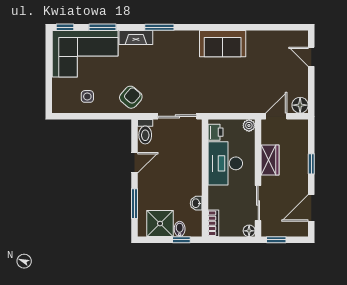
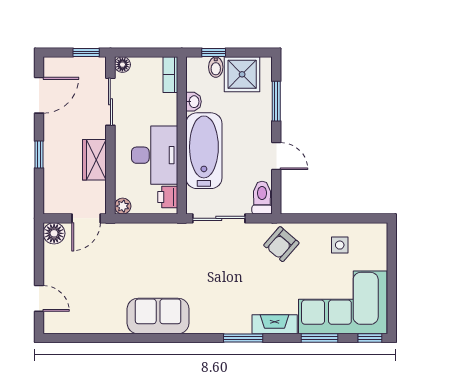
door: (135, 163) -> (276, 156), swing flipped
bathtub: (188, 167) -> (204, 151), added

